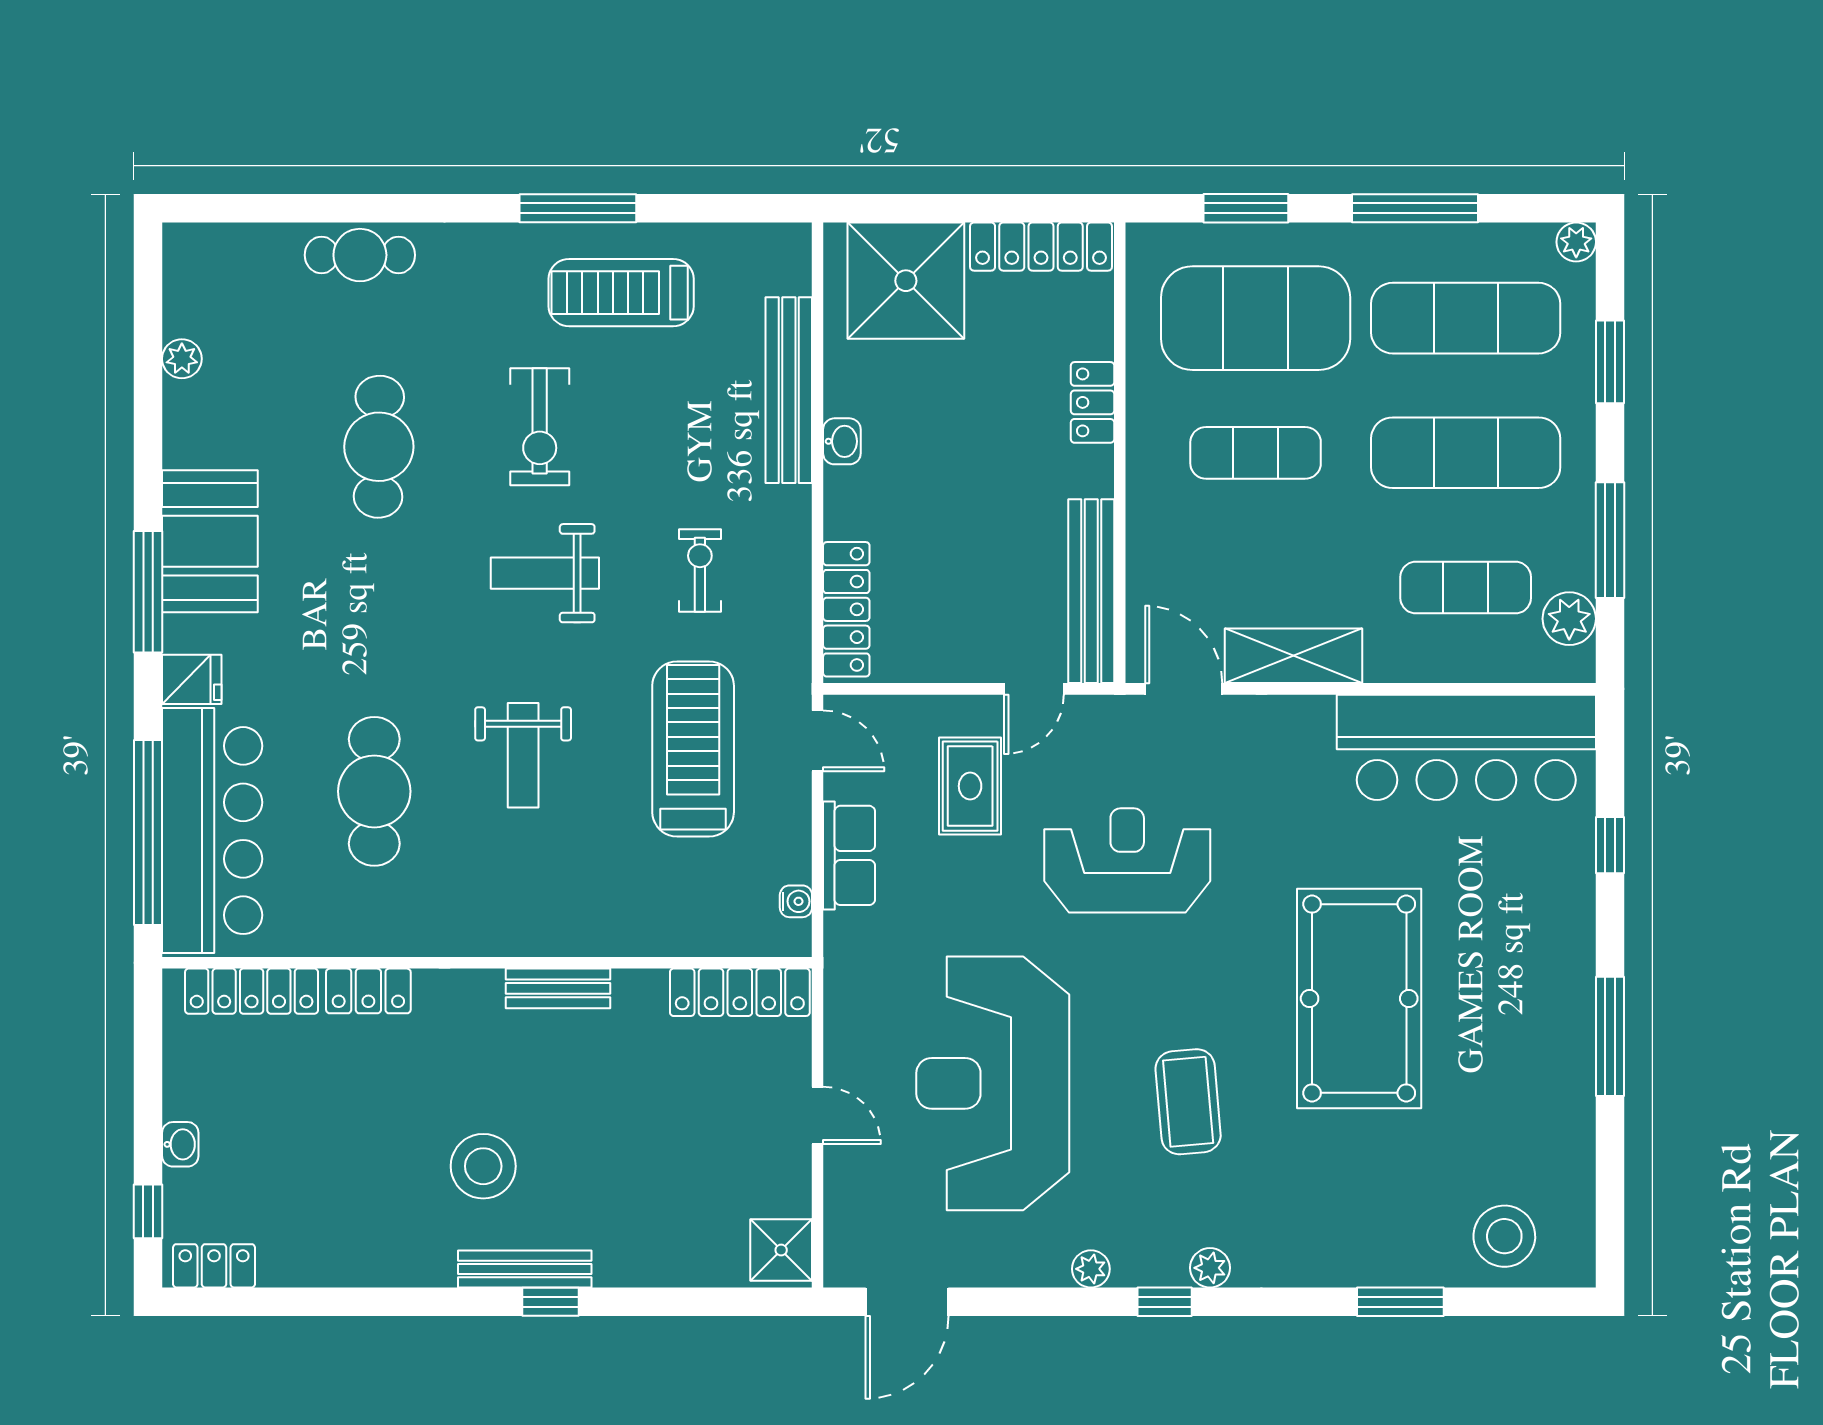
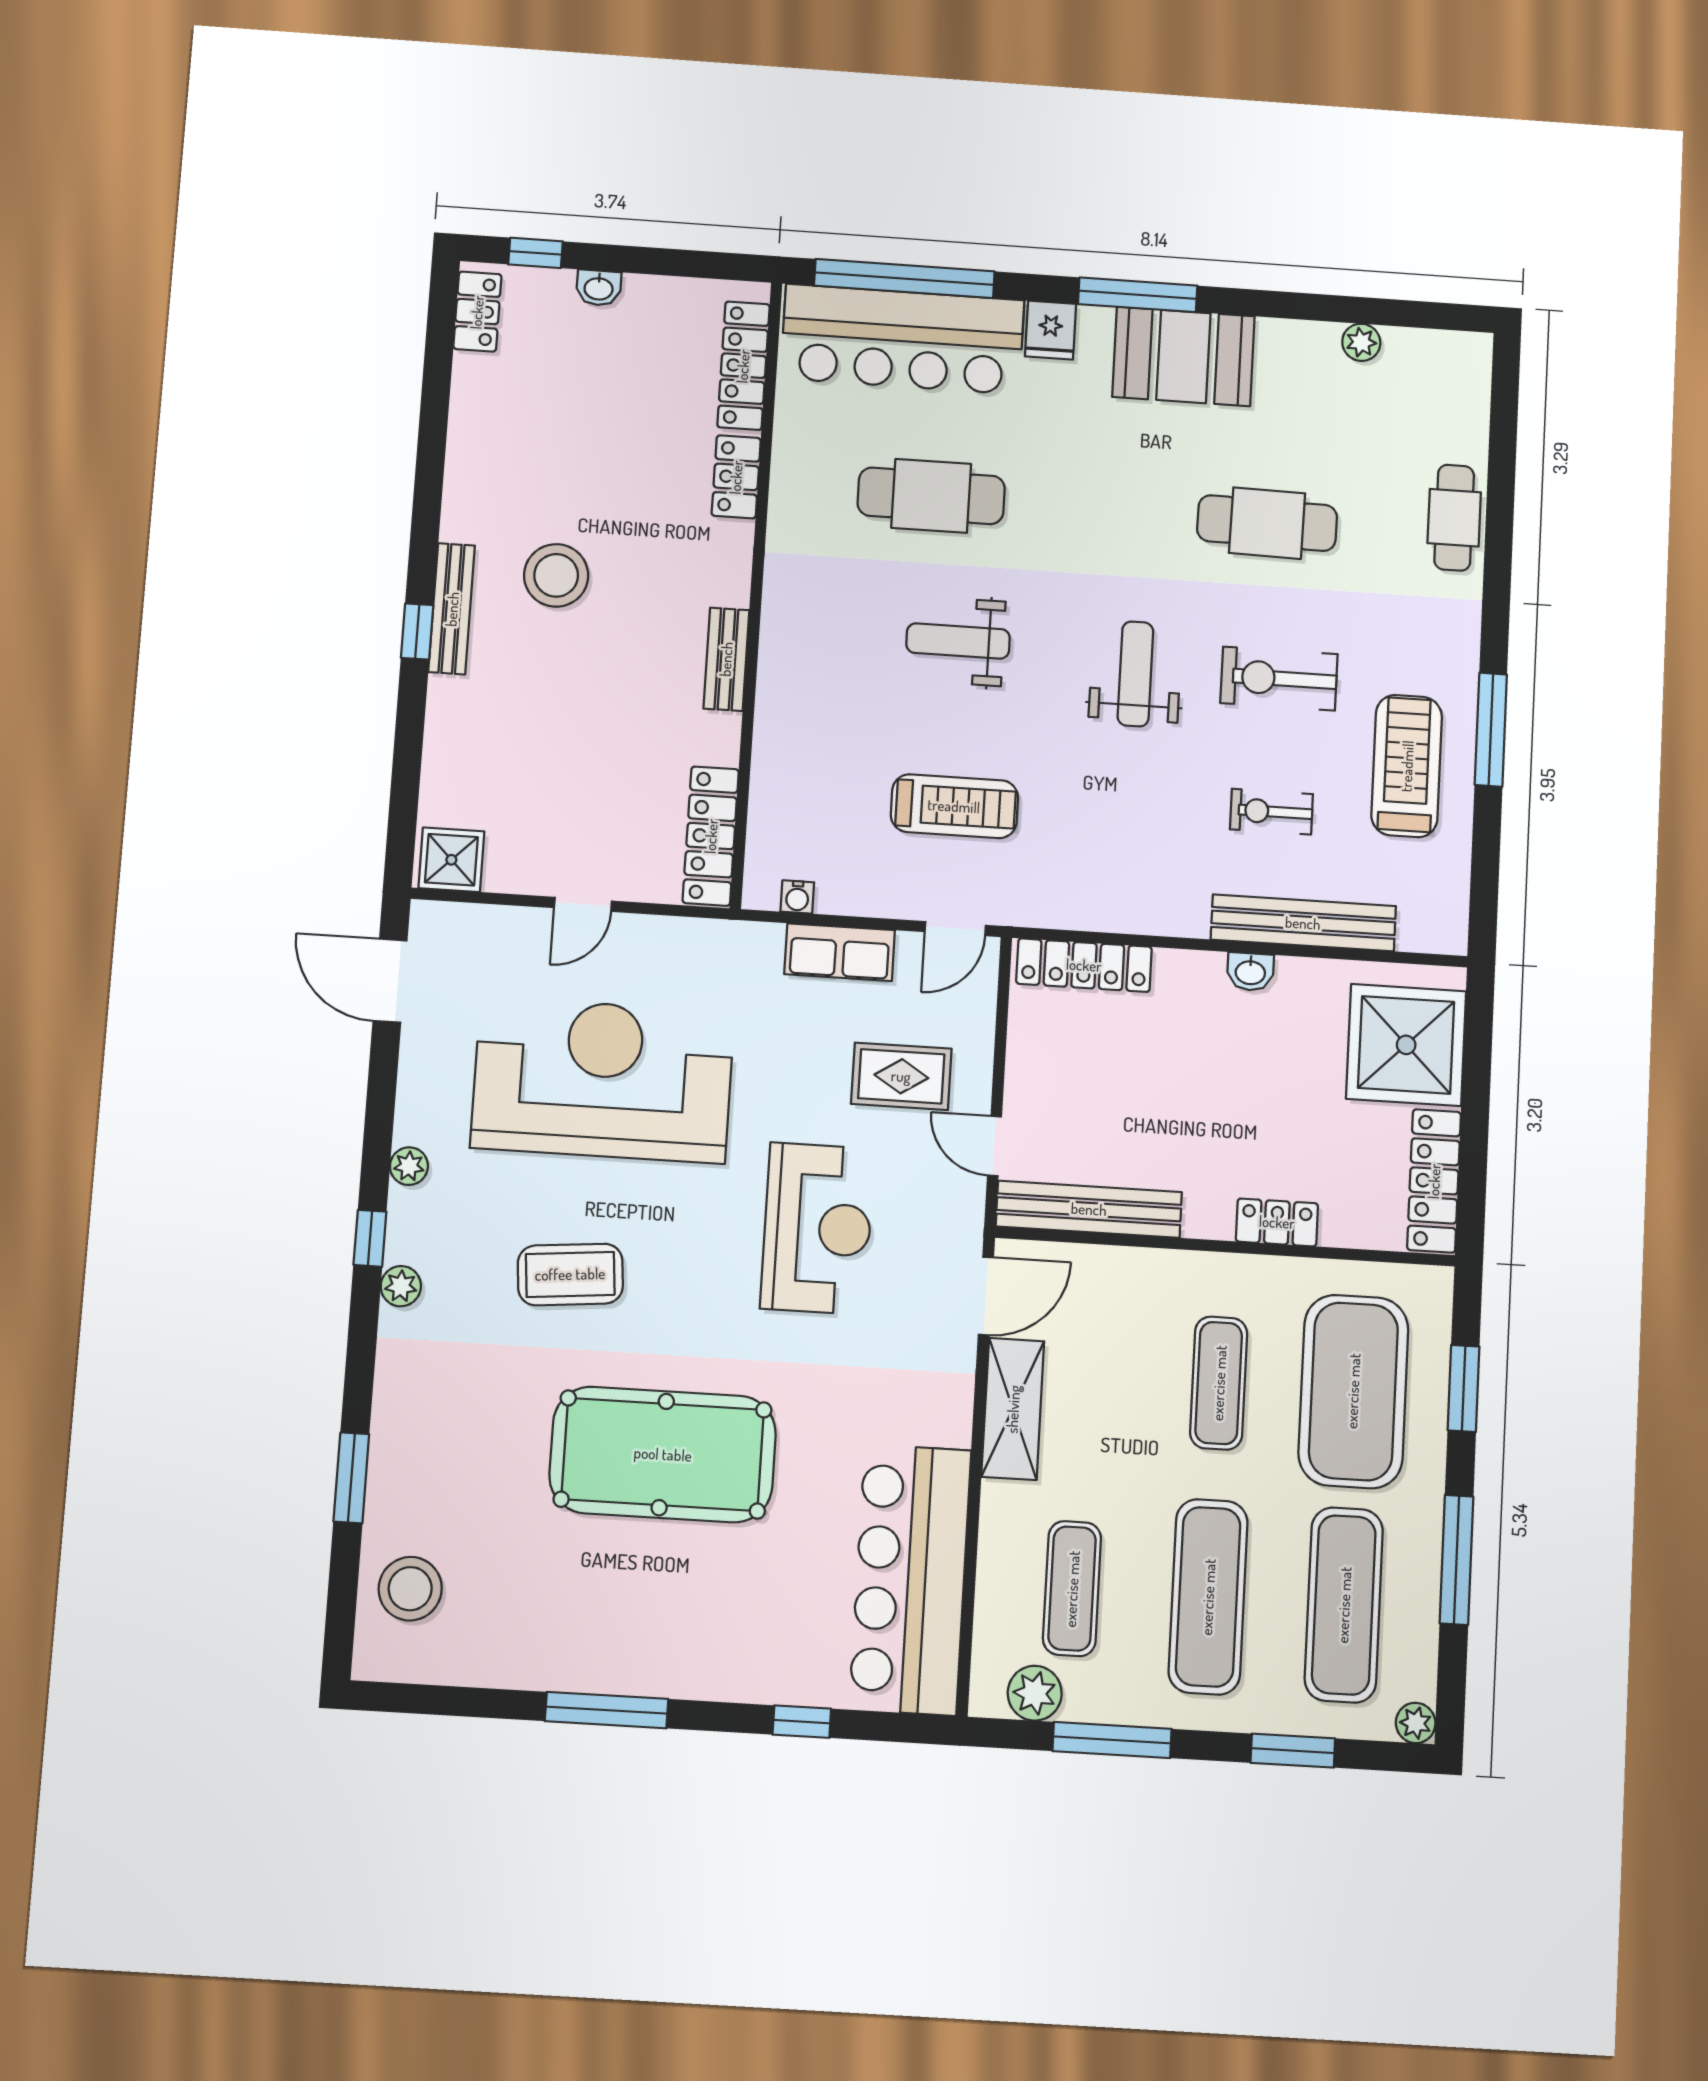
exercise bike: (700, 571) -> (1271, 812), moved, turned 180
treadmill: (693, 749) -> (954, 806), width x0.73, depth x0.73

